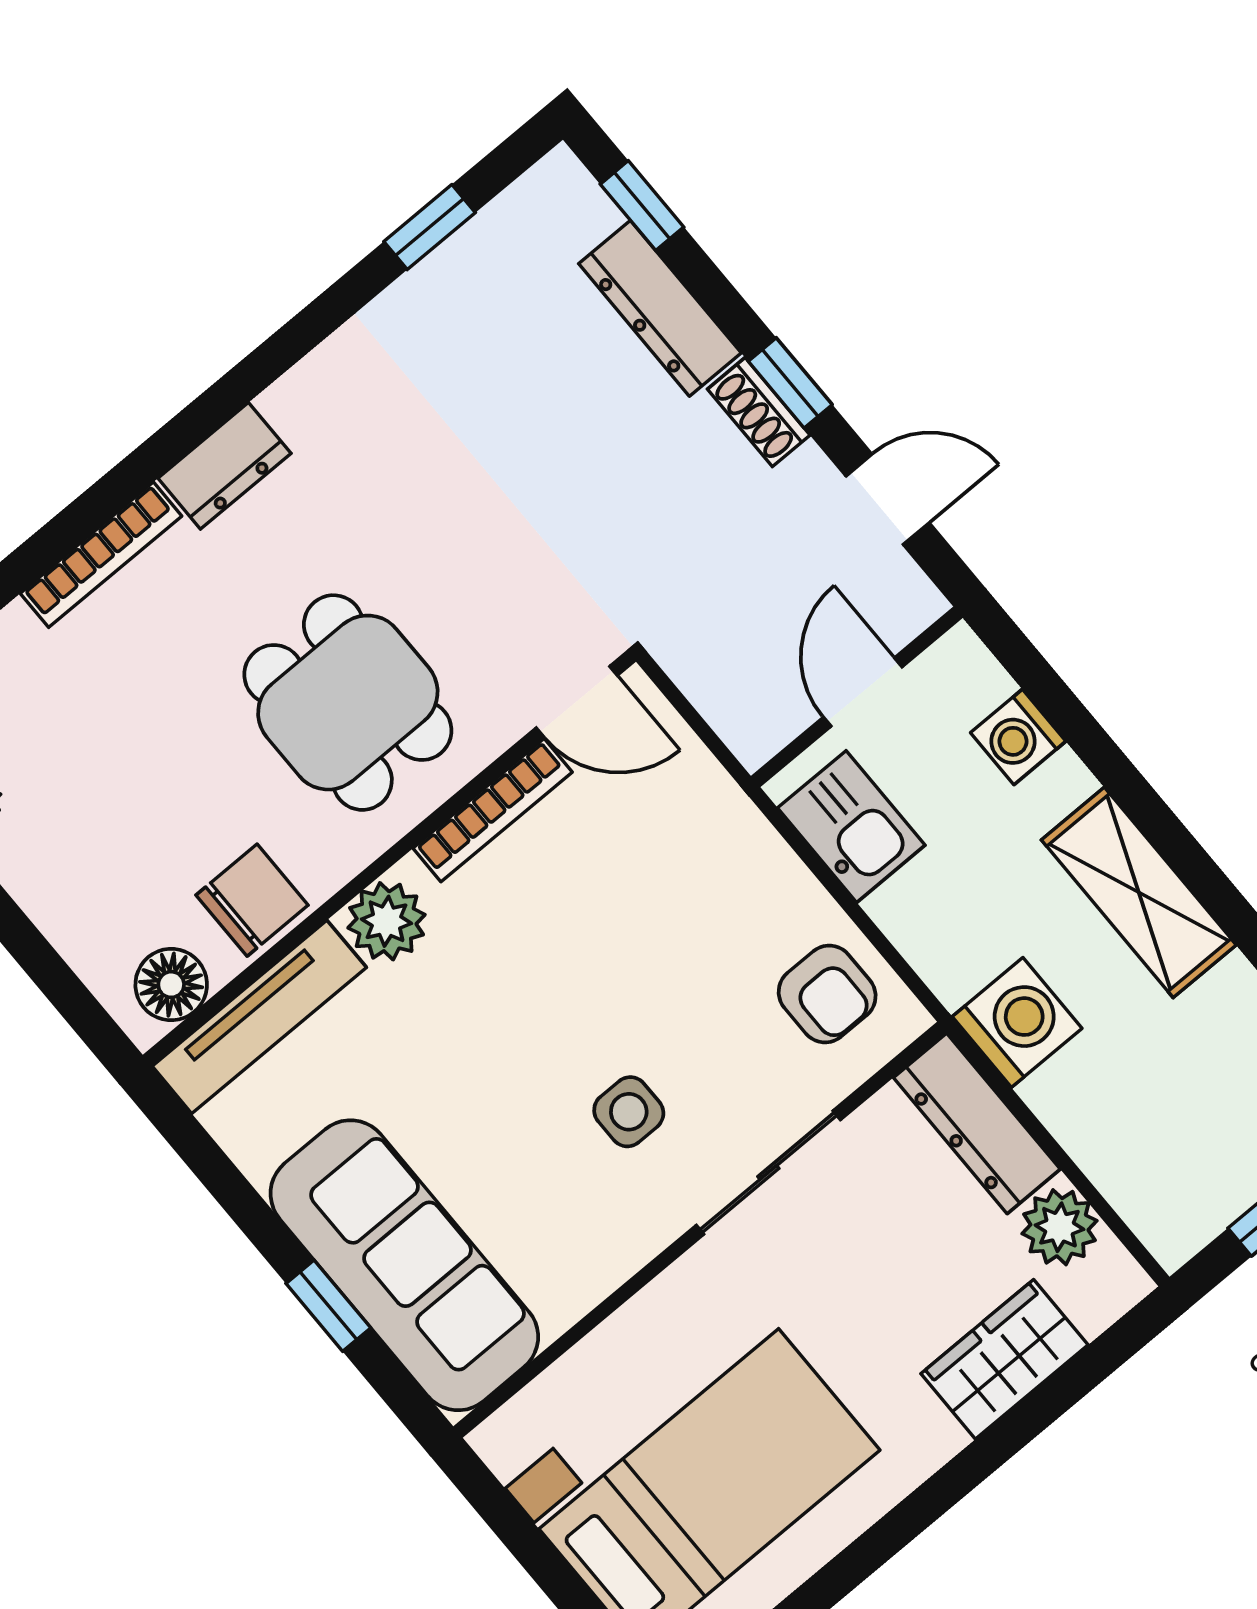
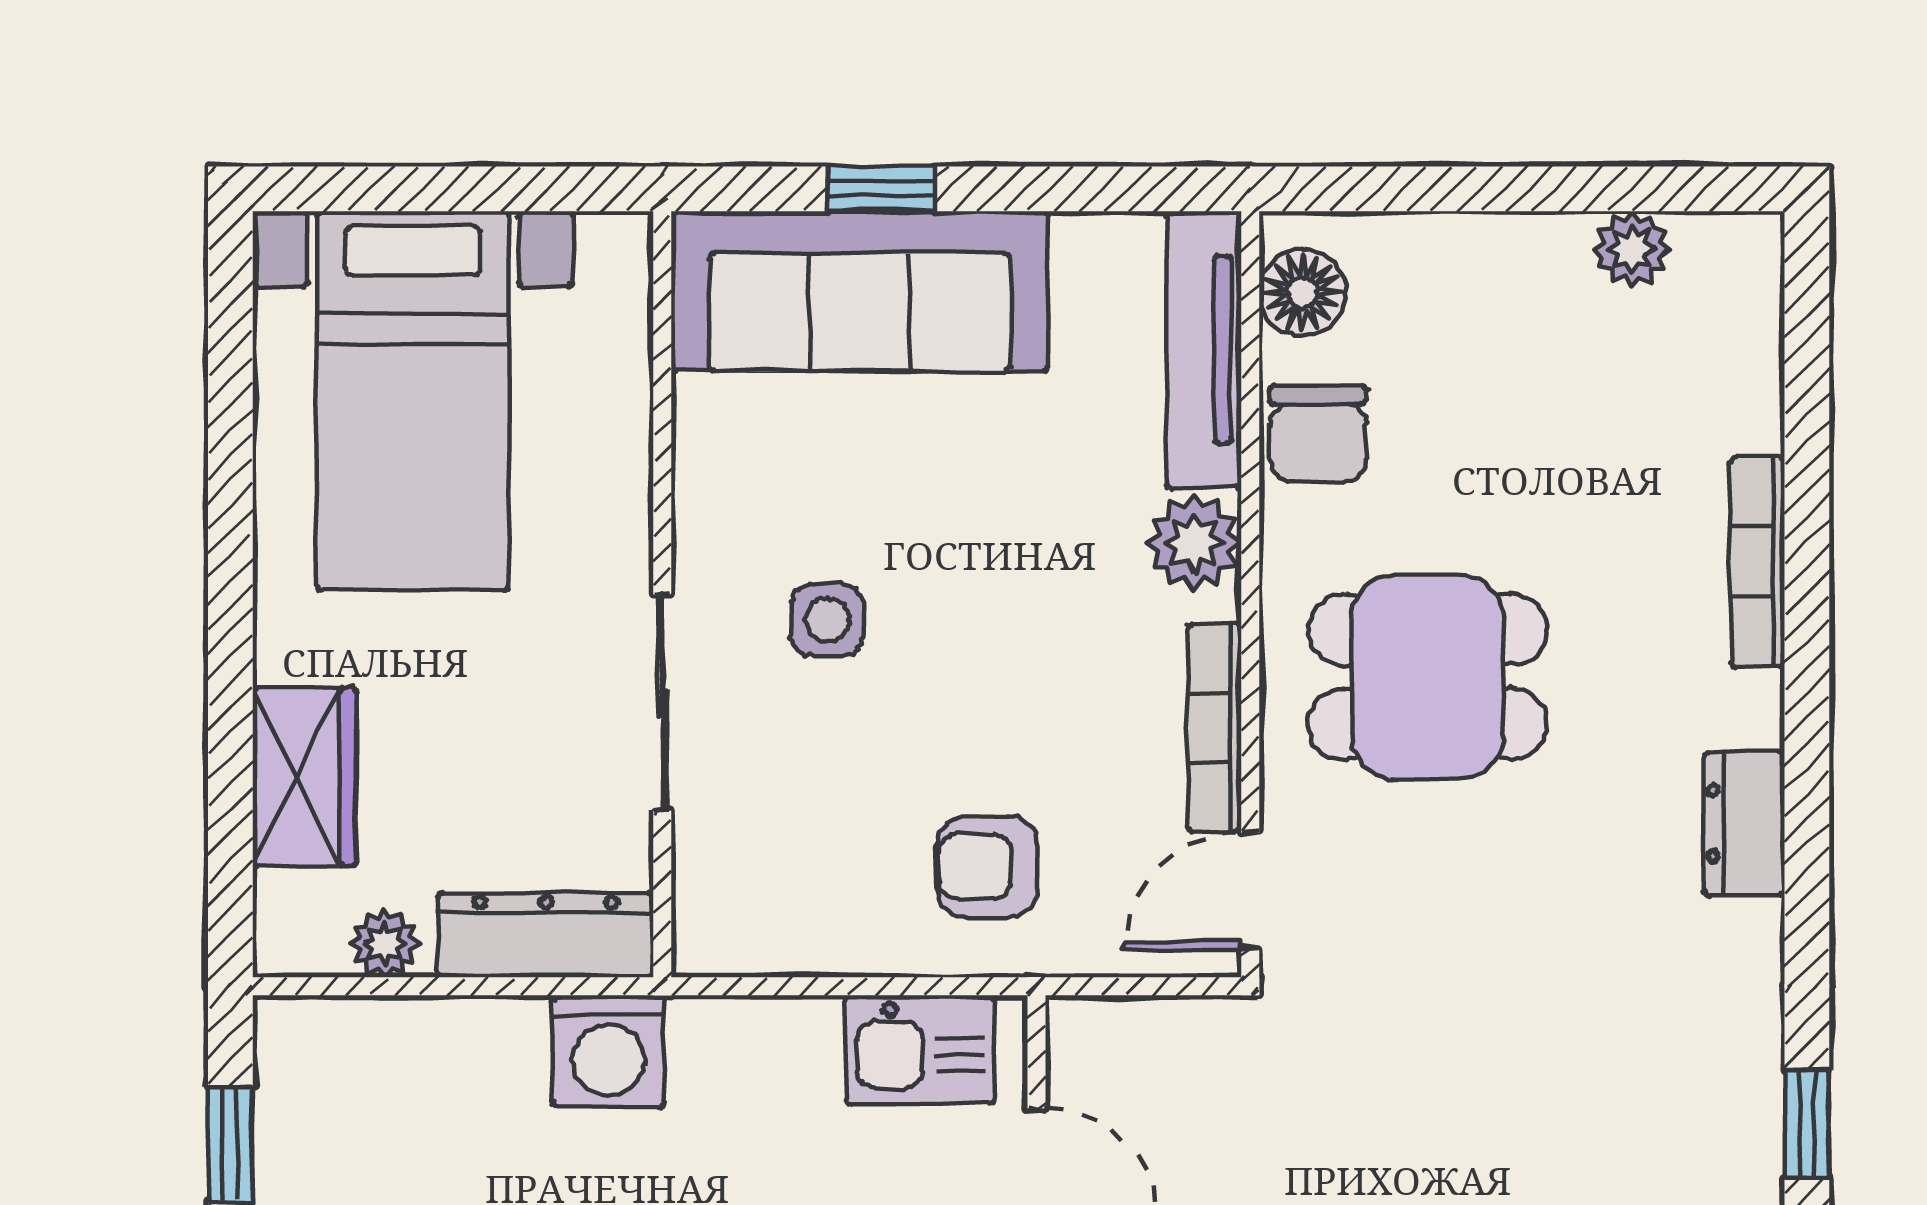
dresser: (224, 466) -> (1744, 823), moved
armchair: (827, 994) -> (987, 867), moved
plant: (1059, 1227) -> (385, 944), width x0.73, depth x0.73

